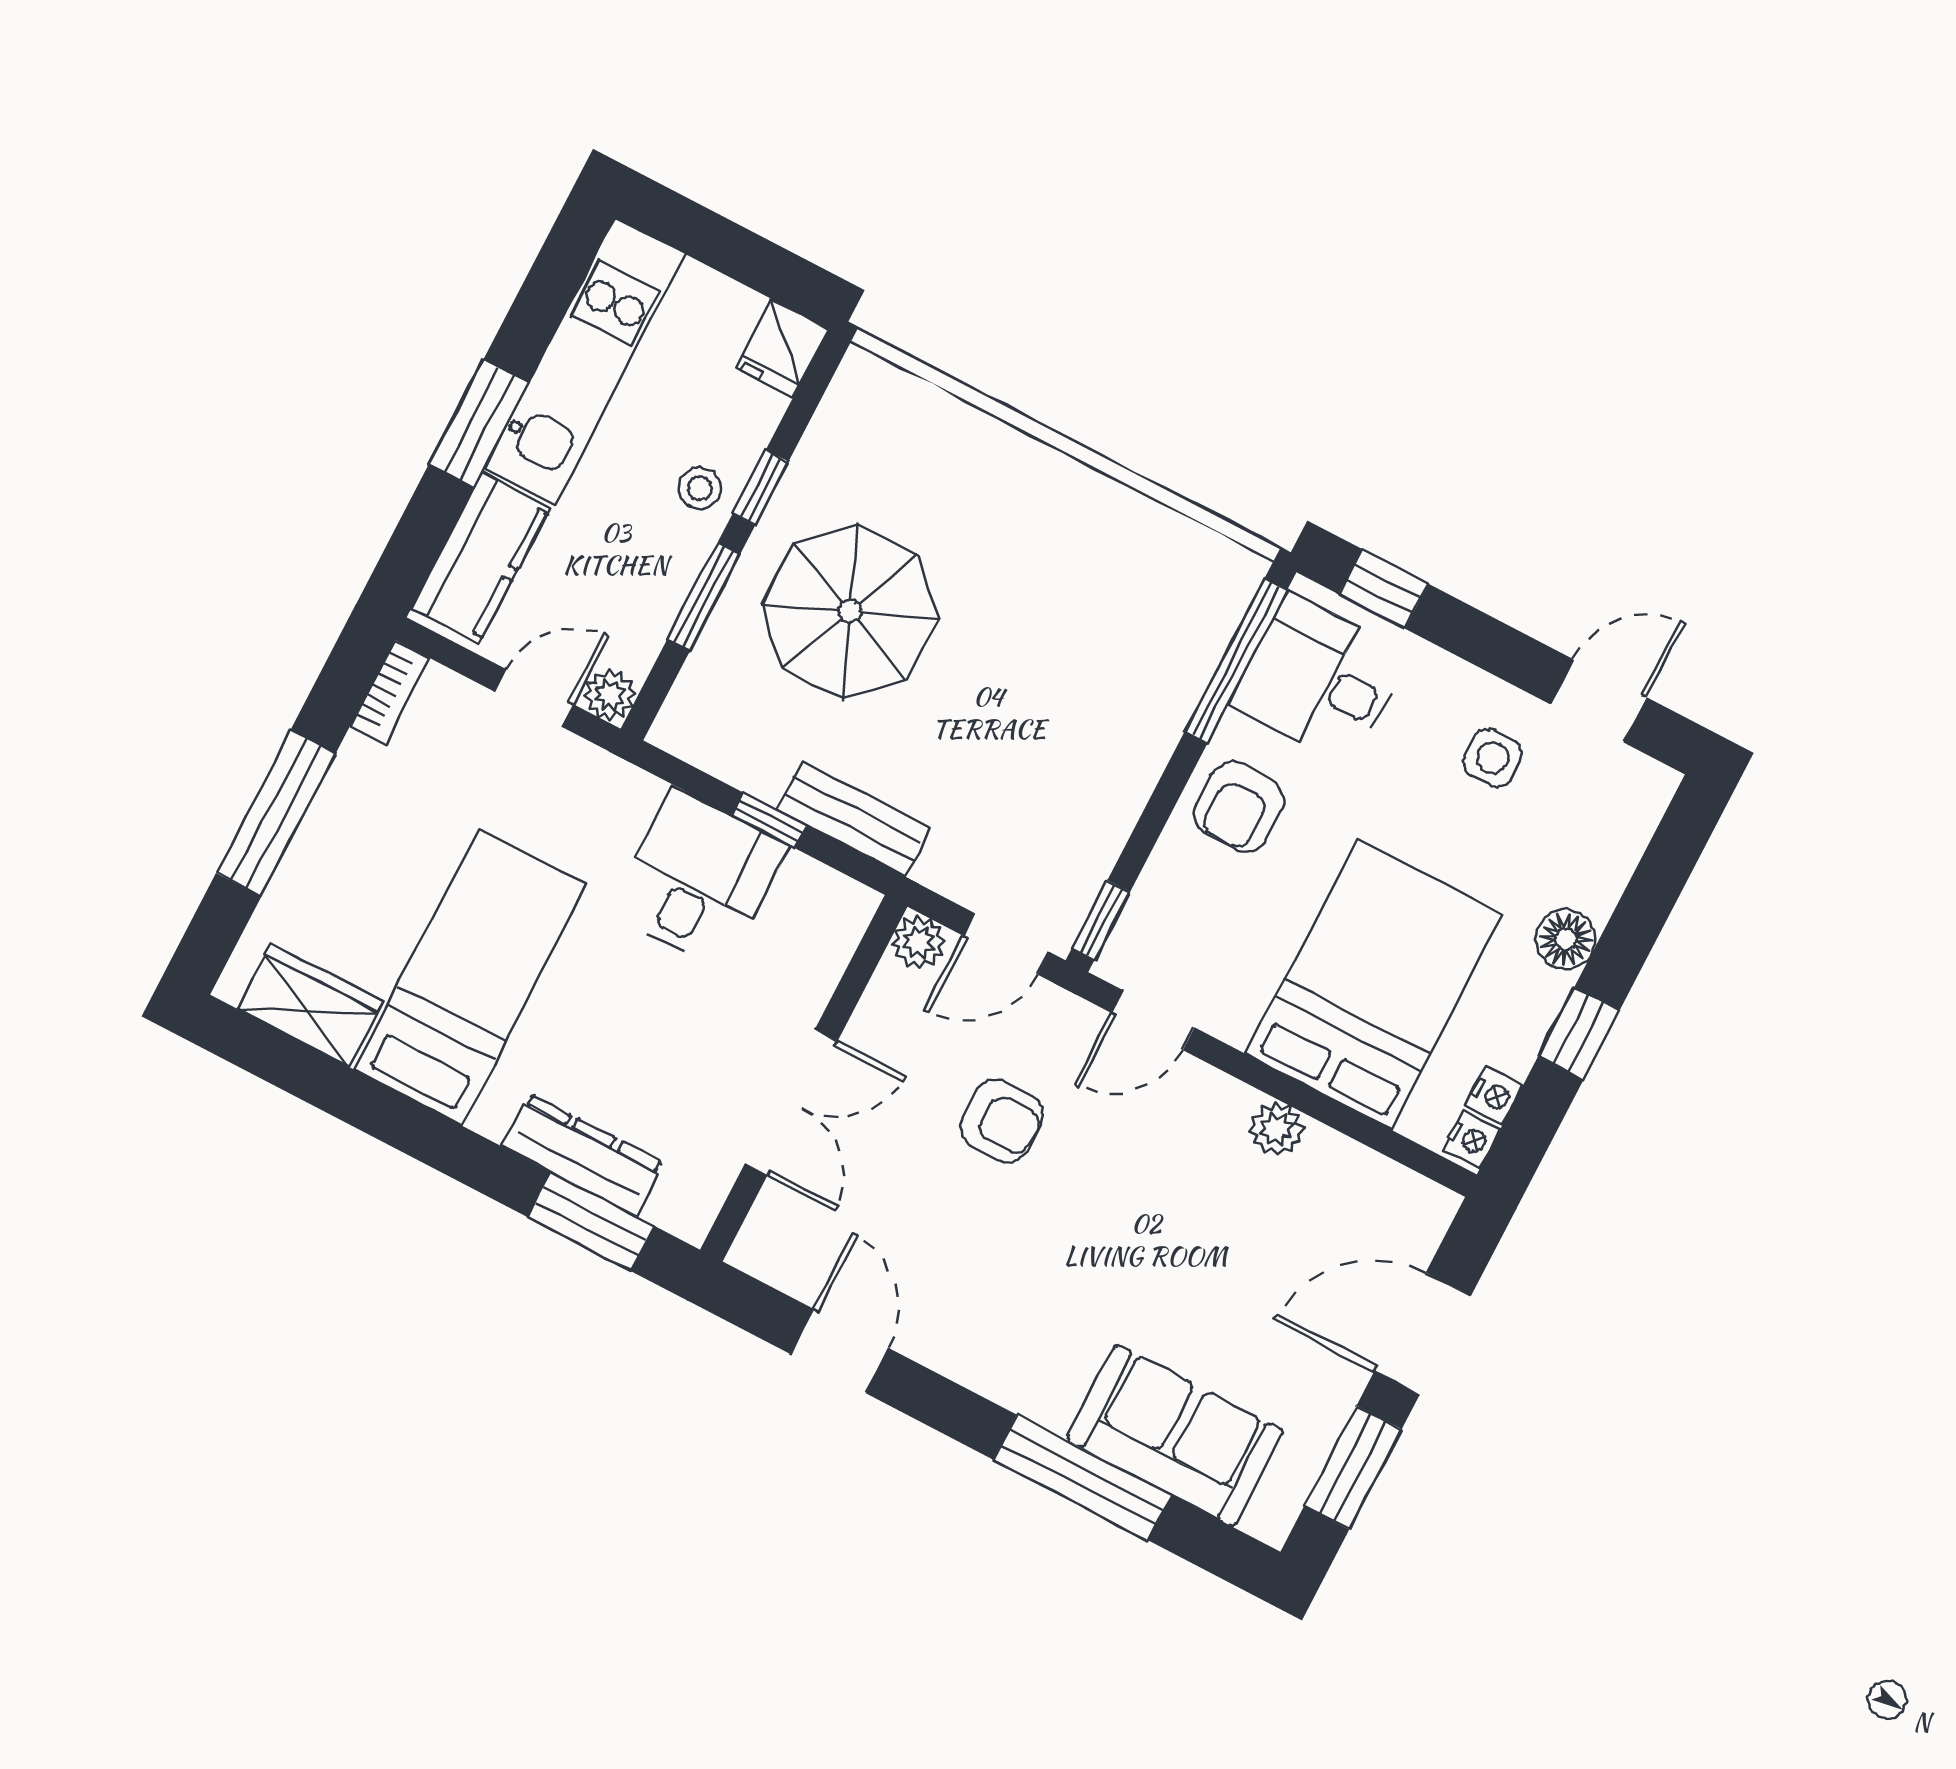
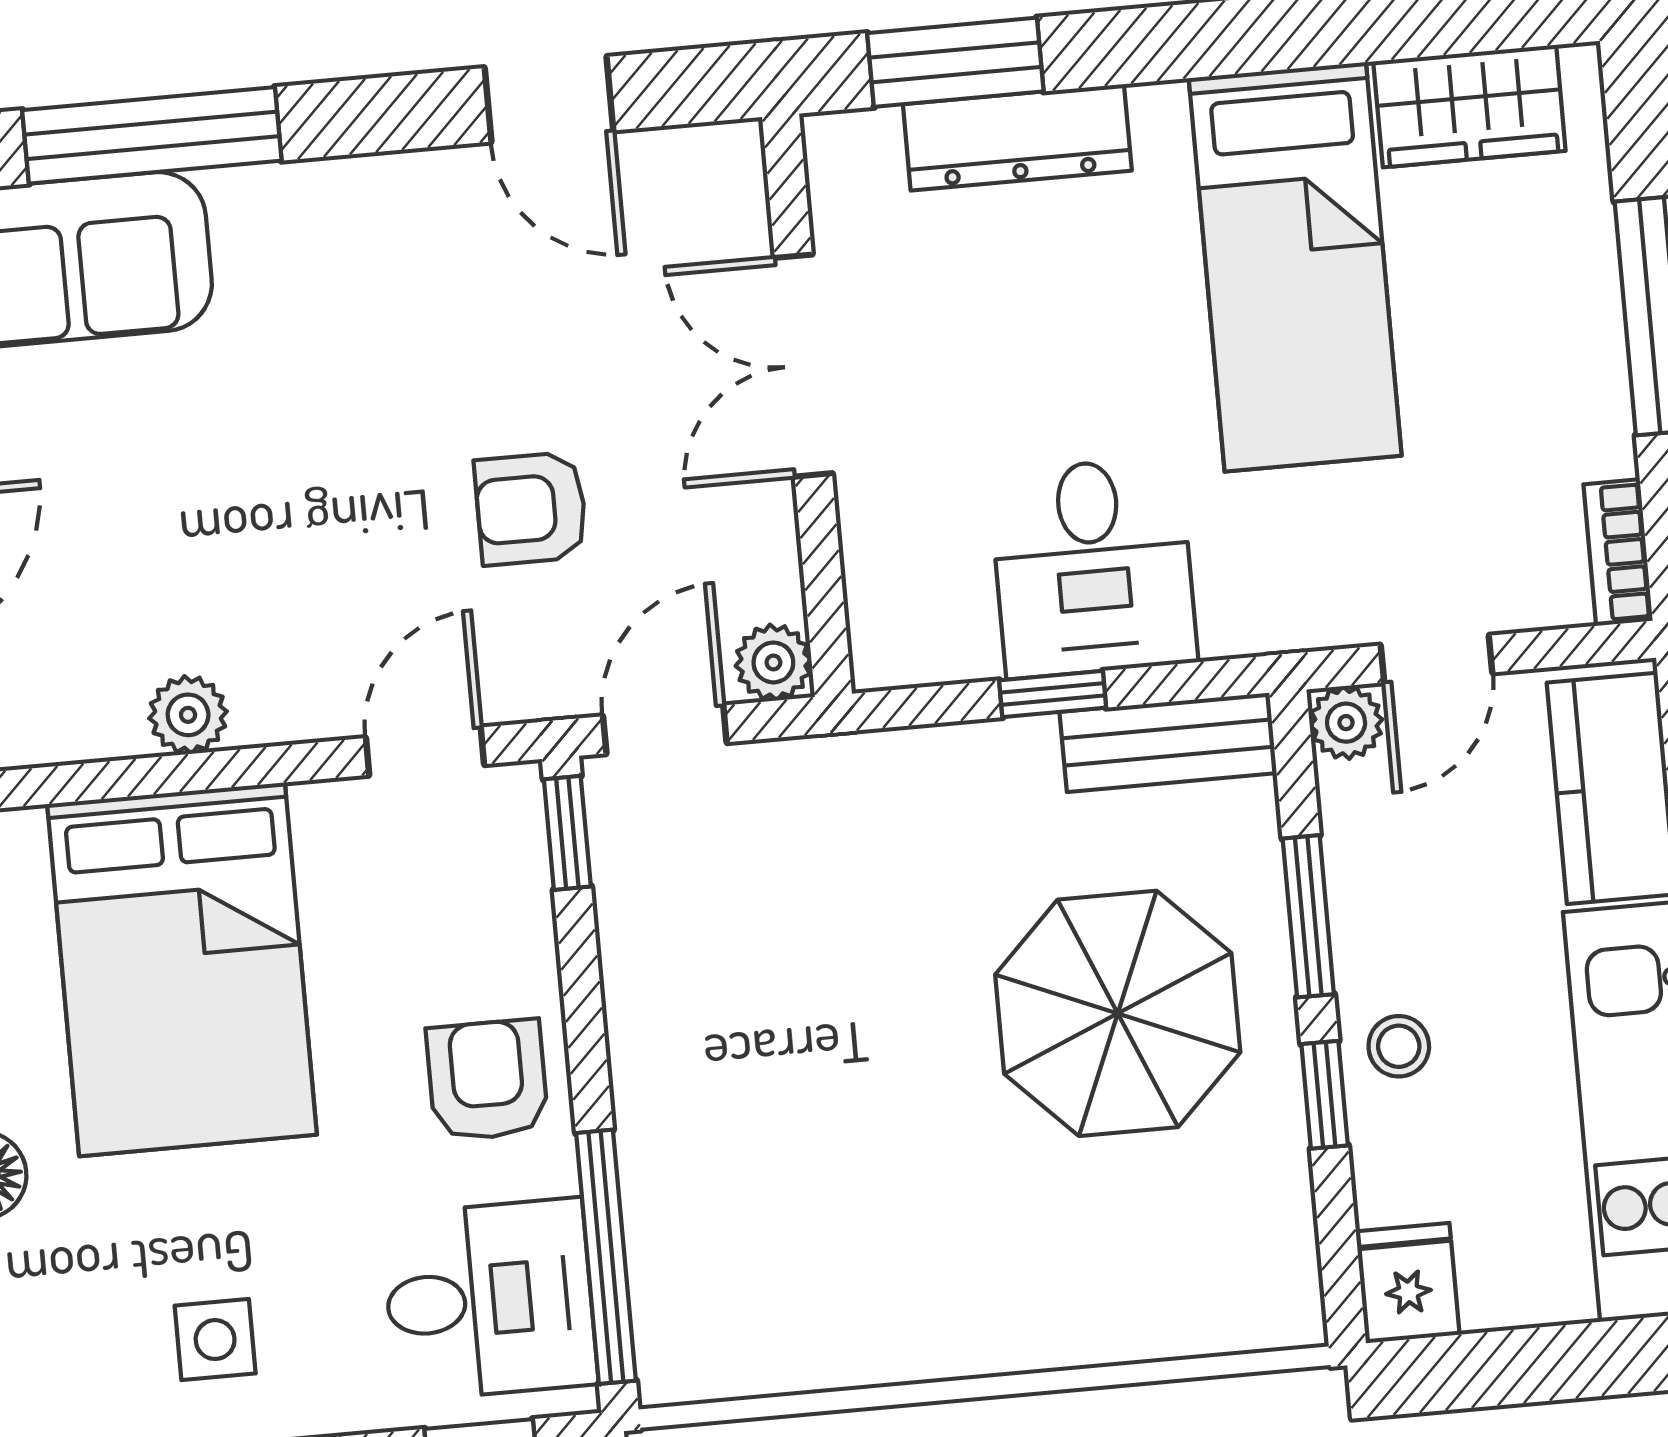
bench: (854, 819) -> (1168, 742), moved

